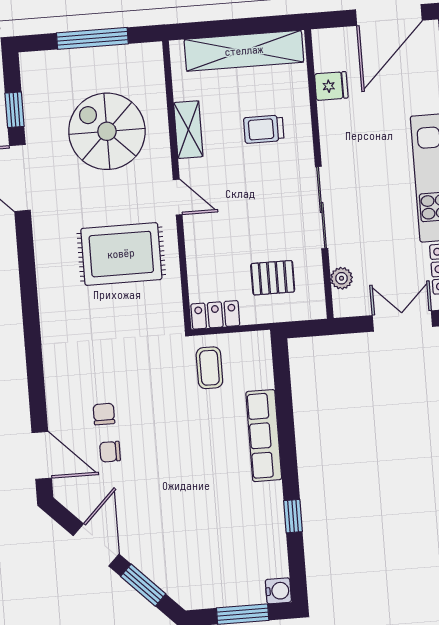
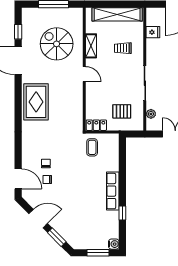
rug: (121, 254) -> (36, 102), moved, turned 90
row of seats: (264, 436) -> (113, 191), moved
door: (96, 545) -> (38, 219), hinge flipped

